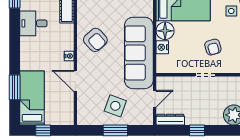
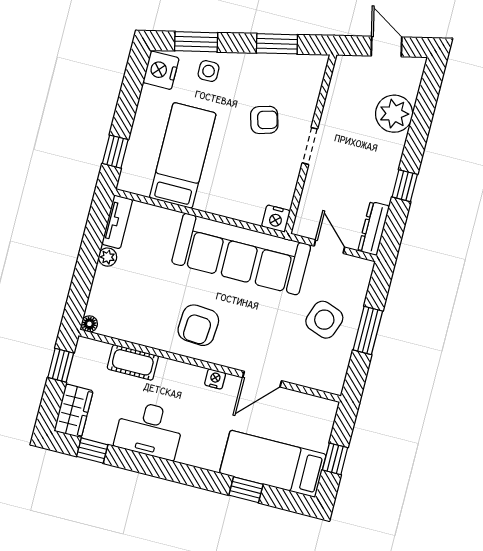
desk: (33, 23) -> (149, 430), width x1.37
floor lamp: (165, 31) -> (214, 197), removed
armchair: (95, 40) -> (198, 325), turned 136
nightstand: (162, 47) -> (276, 218), moved
window: (15, 87) -> (246, 490), width x0.67

